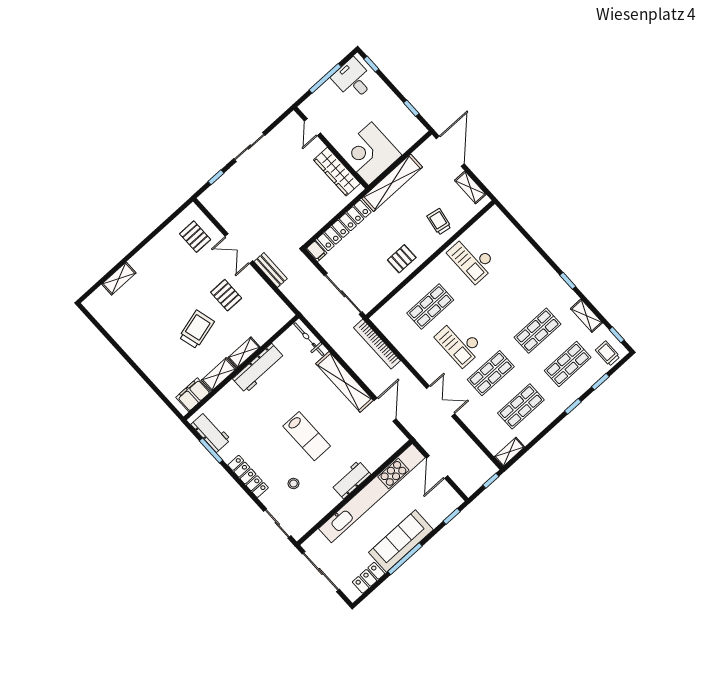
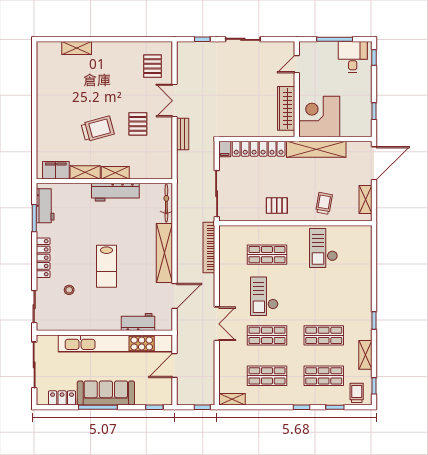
workbench: (351, 480) -> (138, 322), moved

